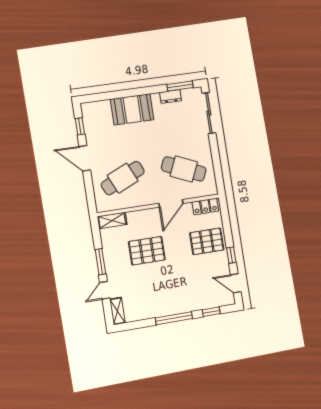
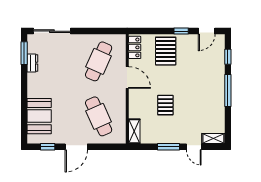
booth: (132, 109) -> (39, 116), moved
pallet: (147, 251) -> (165, 105), width x0.67, depth x0.71

